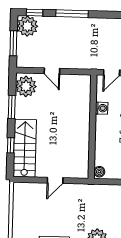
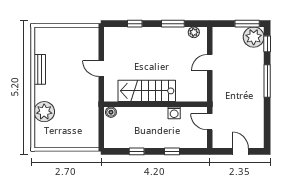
window: (13, 43) -> (247, 24), moved
plant: (26, 86) -> (194, 32), width x0.53, depth x0.53
stairs: (25, 148) -> (147, 91), moved, turned 180

